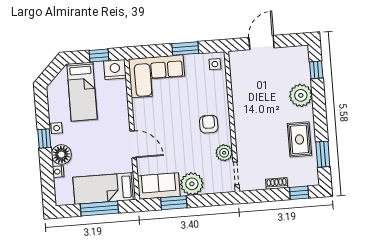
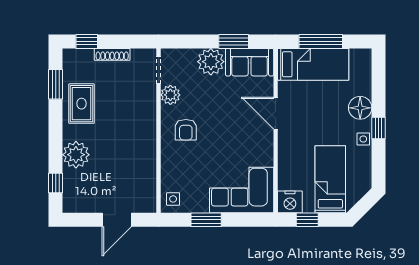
nightstand: (58, 172) -> (365, 88), removed
shoe rack: (277, 183) -> (112, 54), width x1.43

